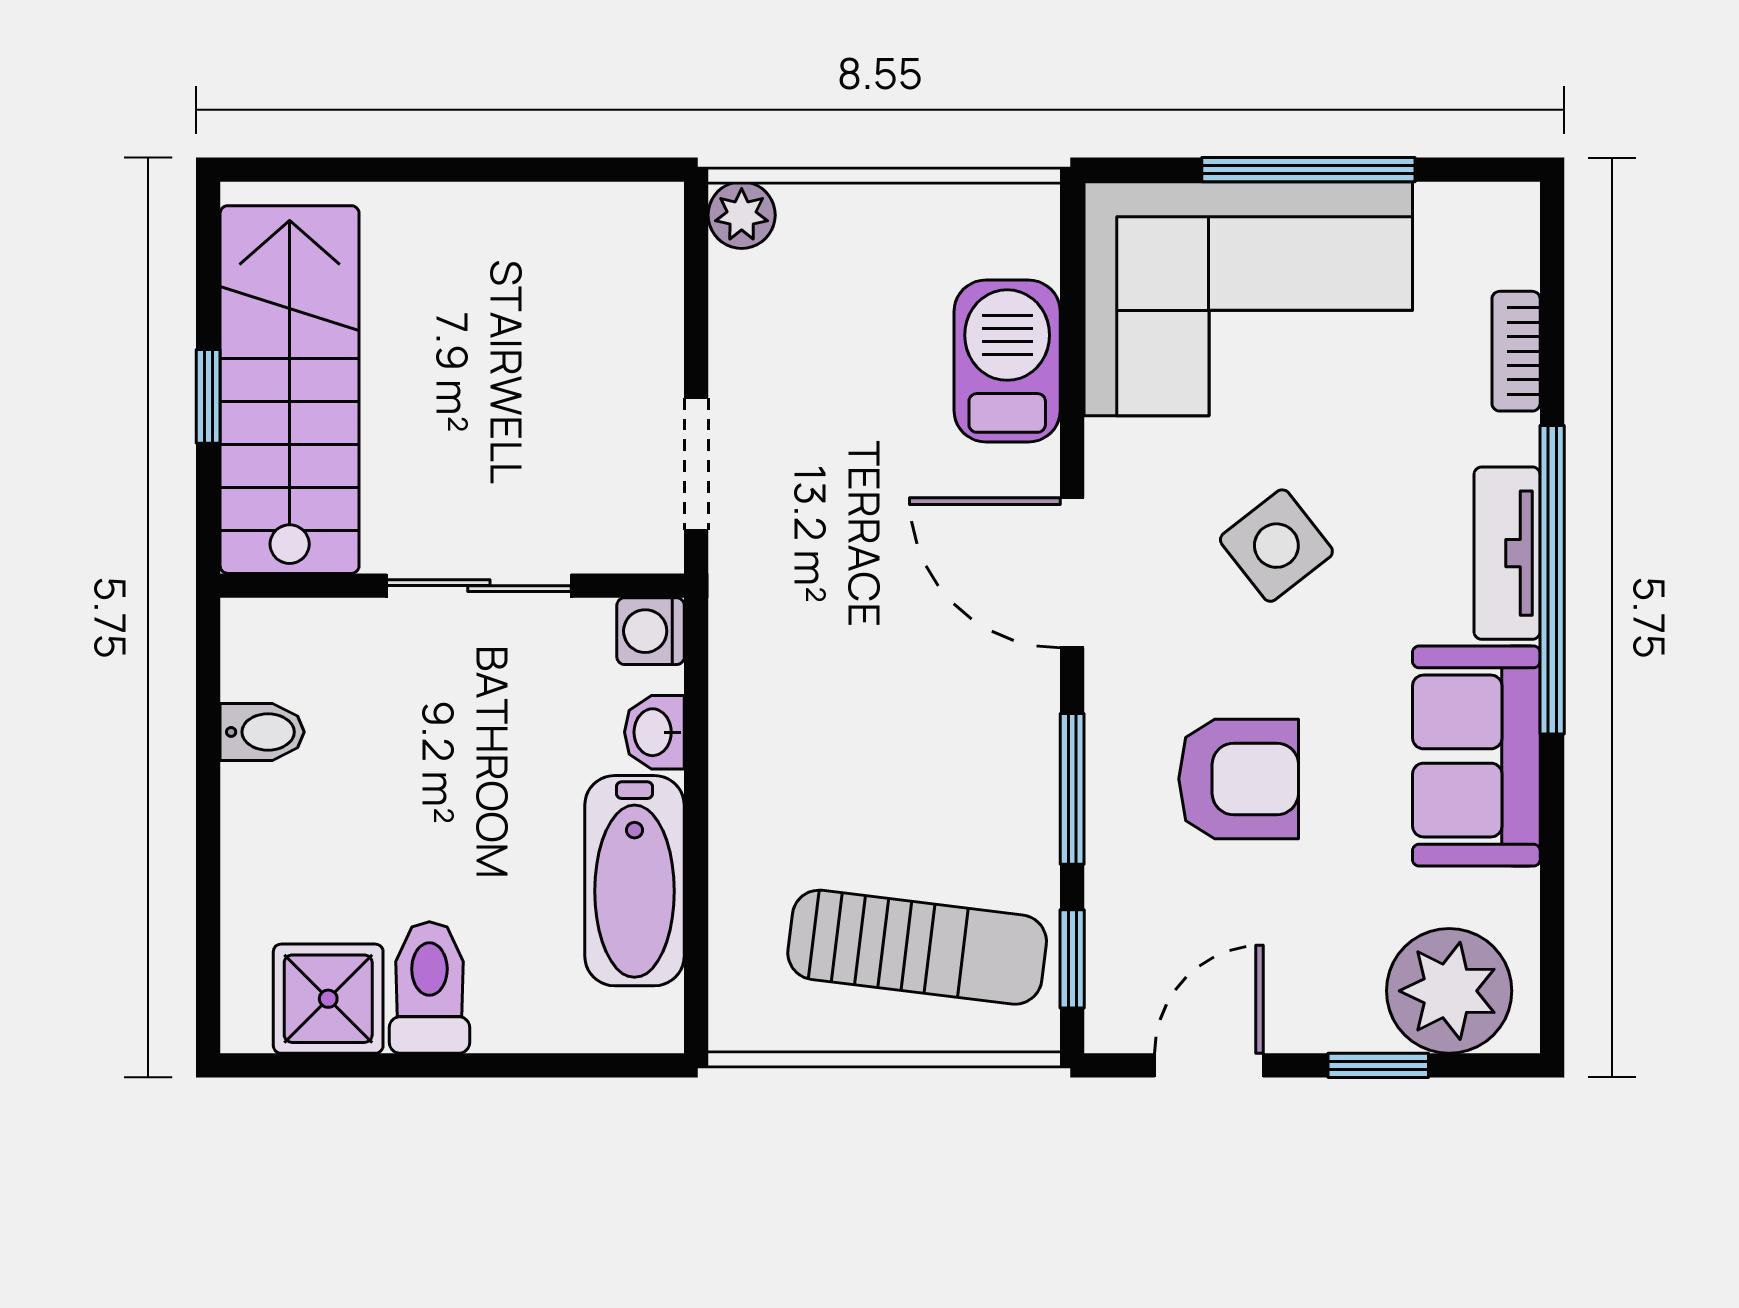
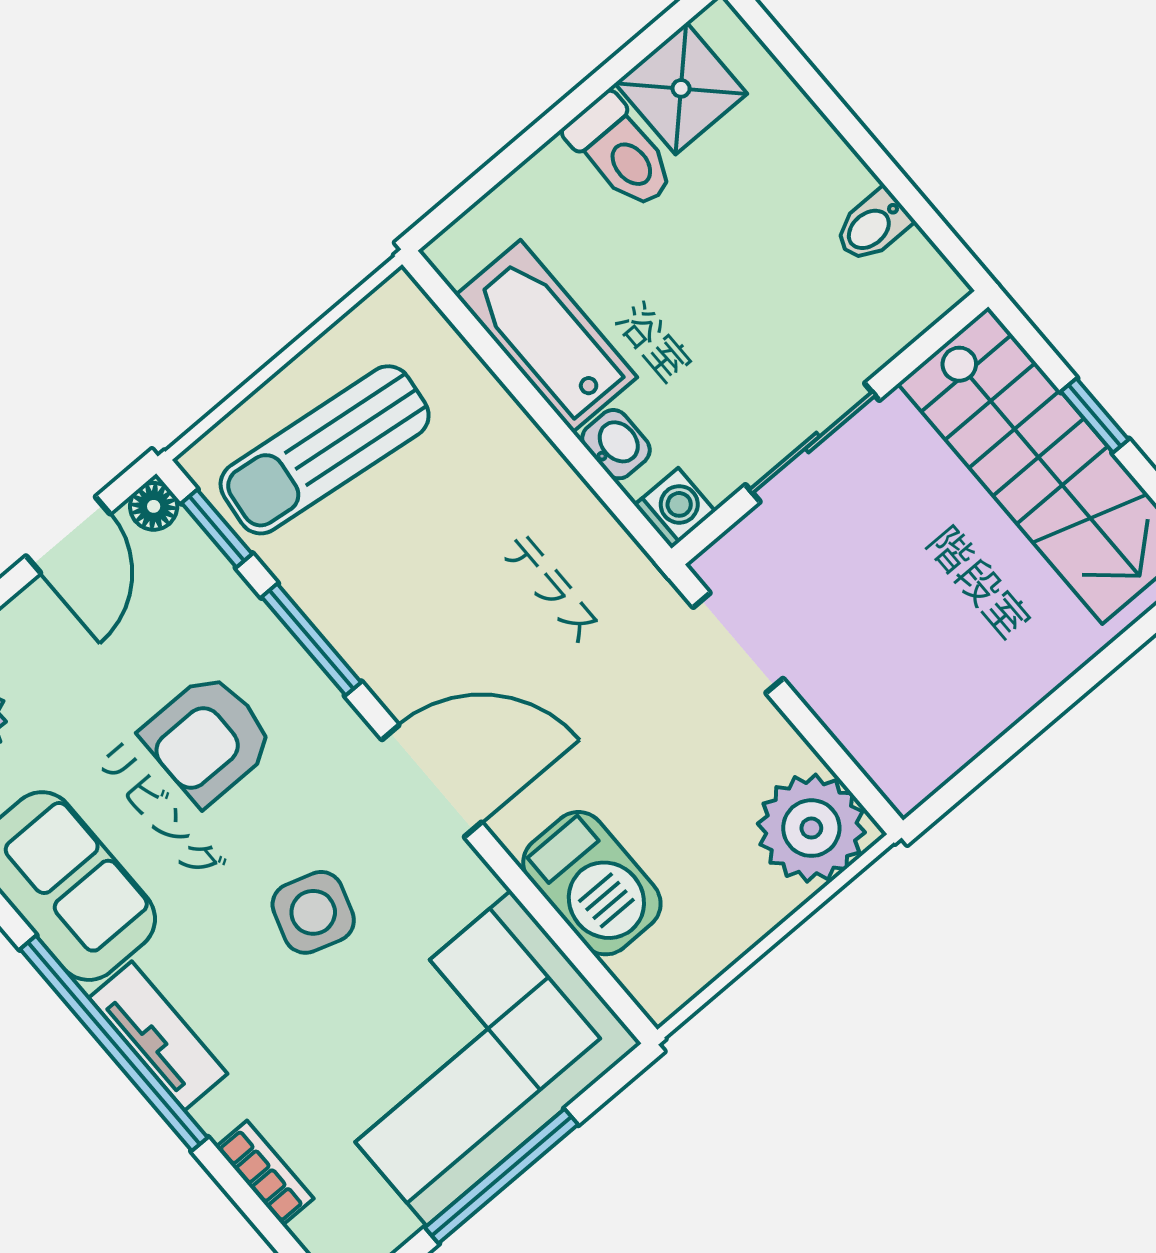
plant: (742, 215) -> (811, 828), width x1.87, depth x1.87
side table: (1276, 546) -> (313, 912), turned -34
floor lamp: (1111, 1026) -> (154, 506), added

